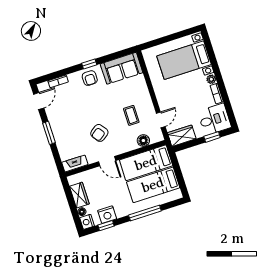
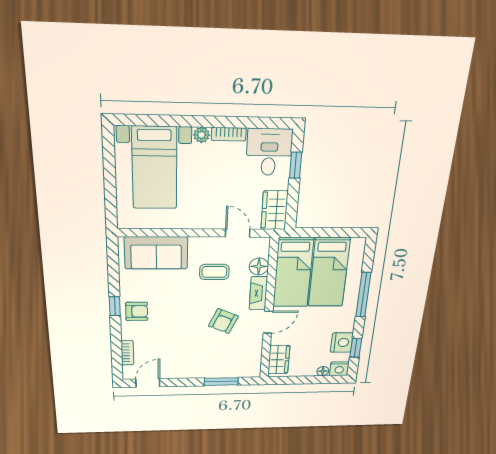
sofa: (122, 68) -> (156, 253), moved, turned 90
door: (39, 101) -> (148, 383), hinge flipped
window: (49, 133) -> (221, 382), moved
armchair: (99, 133) -> (223, 321), turned 60
fireplace: (75, 163) -> (258, 293), moved
wardrobe: (79, 195) -> (279, 360), moved, turned 90

